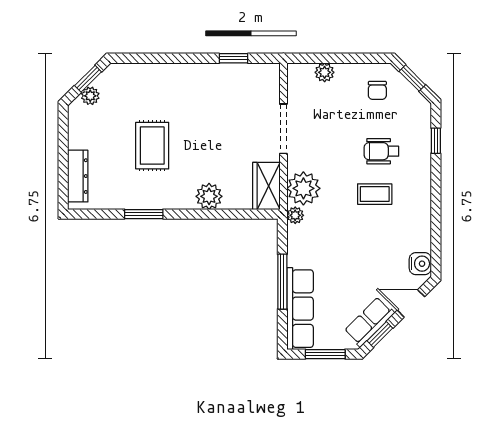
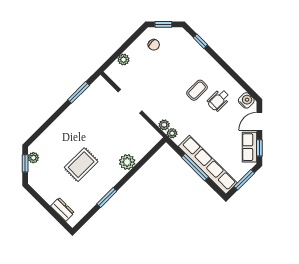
window: (234, 58) -> (79, 92), width x1.50
plant: (90, 96) -> (33, 158), moved
rug: (152, 146) -> (81, 165), turned 90
wheelchair: (381, 151) -> (218, 100), moved
dresser: (78, 176) -> (62, 209), width x0.70
wardrobe: (266, 186) -> (147, 133), removed
plant: (303, 188) -> (164, 125), width x0.53, depth x0.53
row of seats: (300, 309) -> (208, 165), width x1.36

